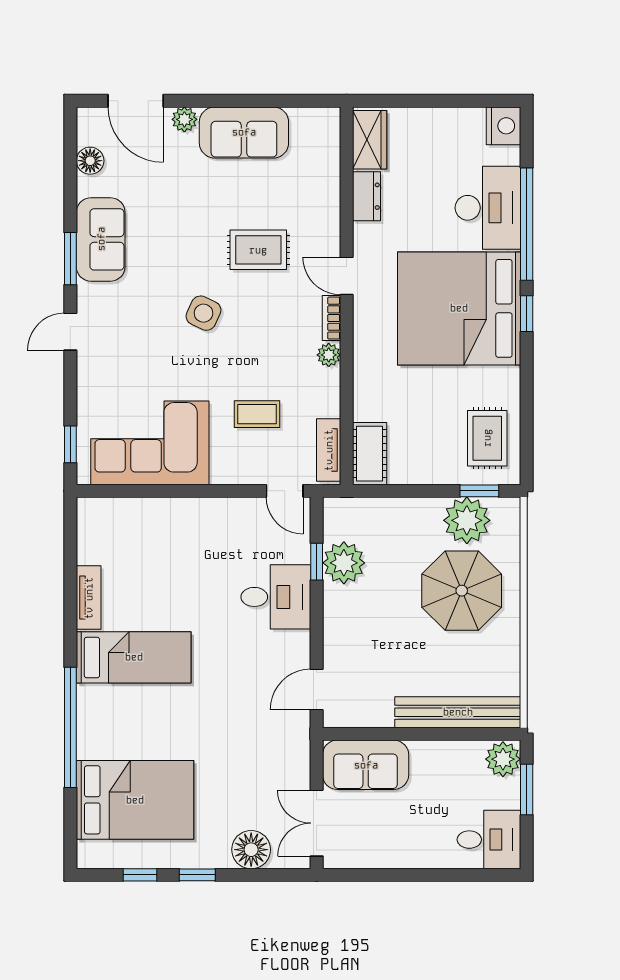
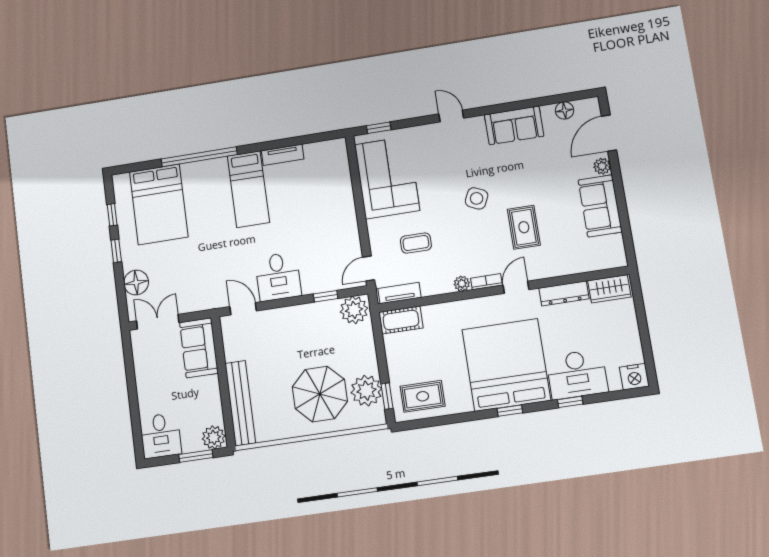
dresser: (366, 196) -> (564, 293), width x1.44
window: (527, 224) -> (570, 402), width x0.32
window: (70, 259) -> (499, 108), removed
coffee table: (257, 414) -> (416, 243), turned 90
plant: (344, 563) -> (354, 310), moved
desk: (276, 597) -> (278, 277), moved

